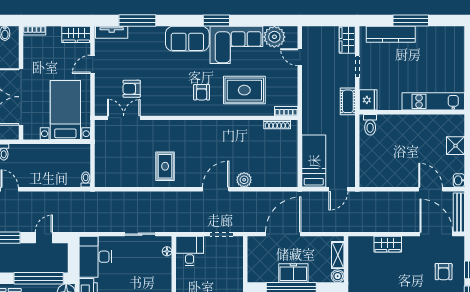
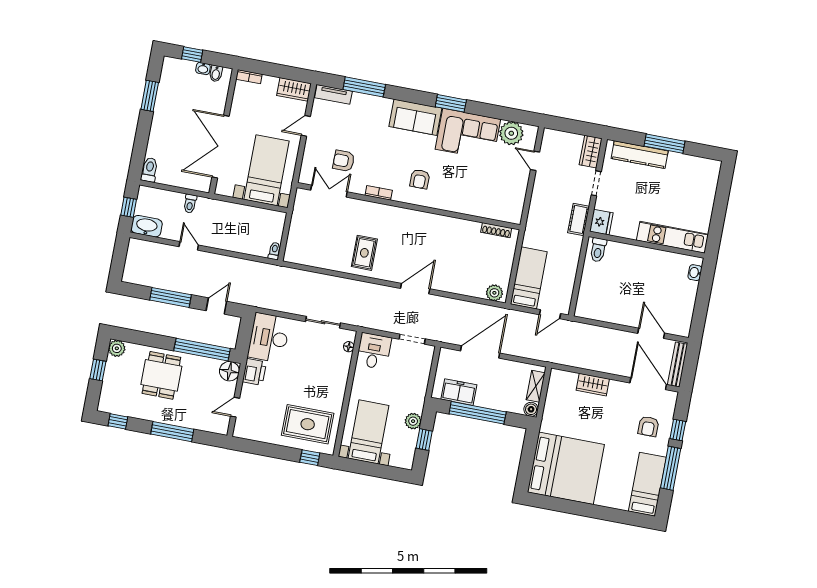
rug: (244, 90) -> (467, 186), removed
bookcase: (286, 111) -> (379, 193), moved
shower: (455, 146) -> (688, 290), removed
plant: (244, 180) -> (494, 293), moved
washbasin: (459, 180) -> (695, 273), moved
freezer: (293, 273) -> (459, 392), moved

